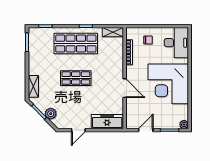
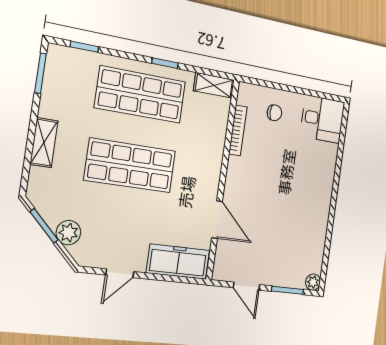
desk: (176, 43) -> (322, 119), width x0.73
shop shelf: (76, 78) -> (130, 166), width x1.43, depth x1.36
corner desk: (168, 84) -> (297, 202), removed
shelving: (33, 86) -> (44, 143), moved
door: (125, 88) -> (217, 220), moved
door: (146, 130) -> (246, 286), swing flipped

